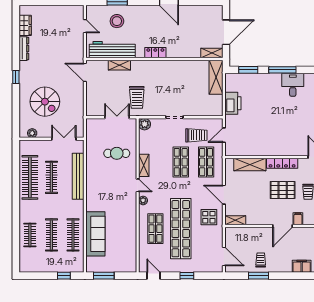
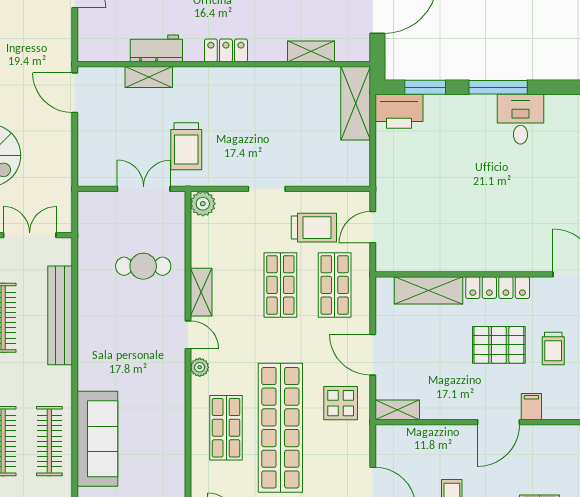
workbench: (112, 50) -> (156, 48), width x0.53, depth x0.76
shelving: (212, 53) -> (311, 51), moved
printer: (233, 103) -> (399, 111), moved, turned 90

